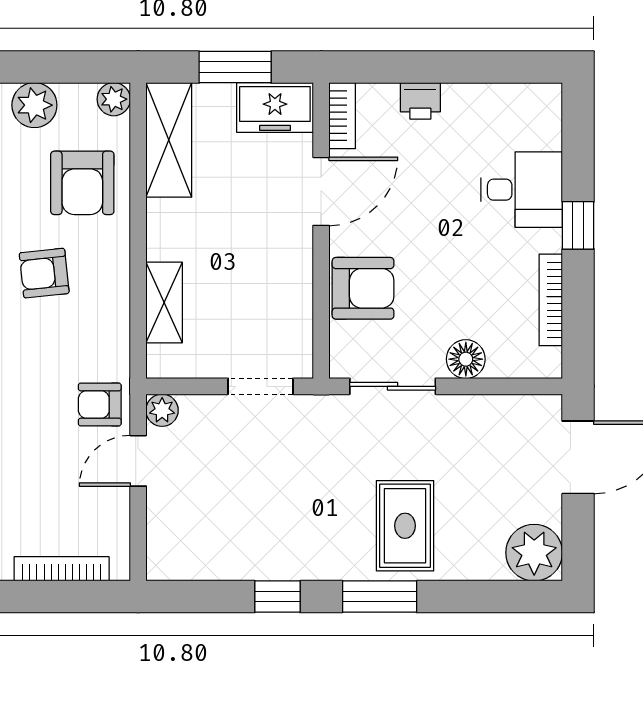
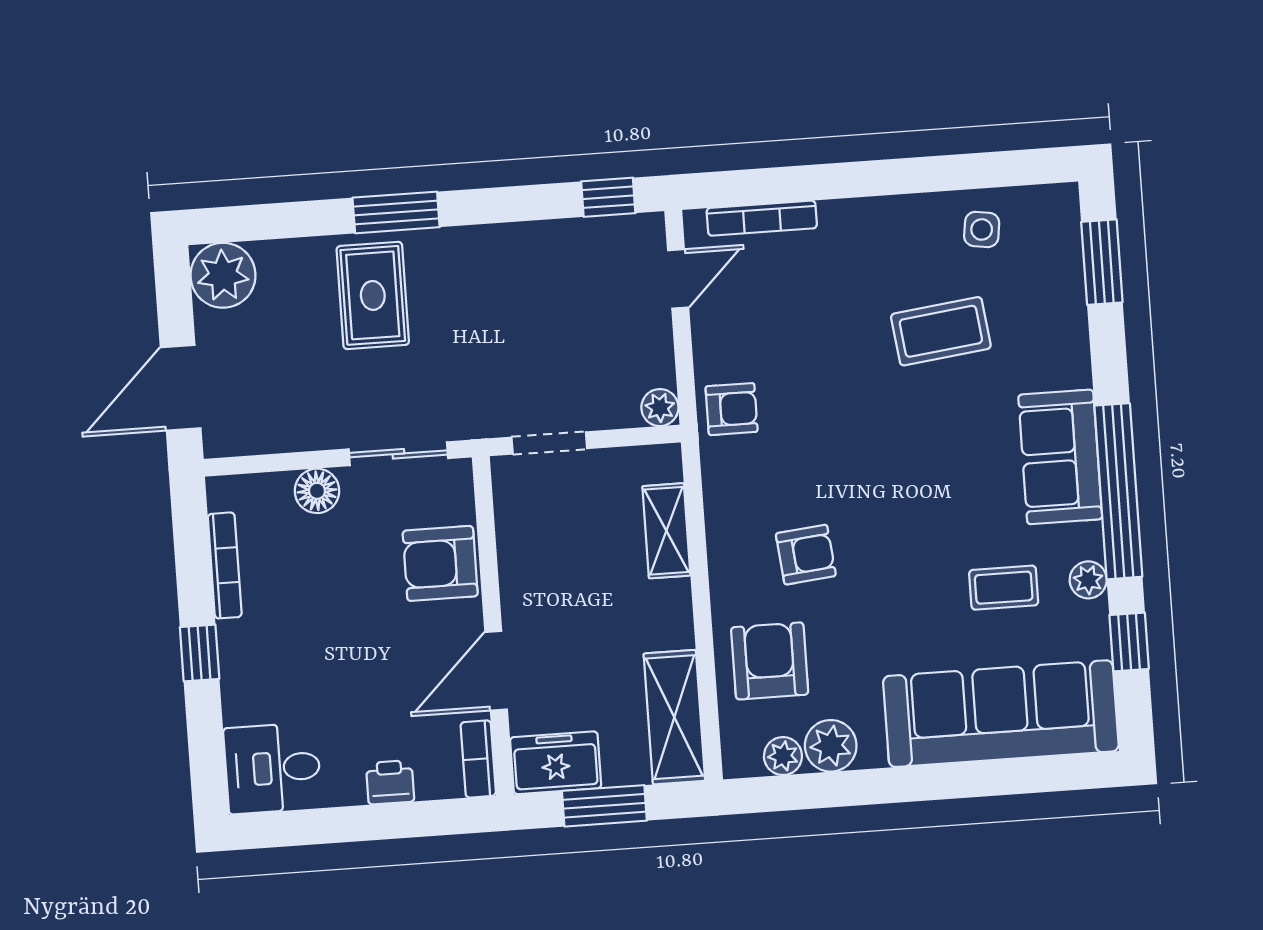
plant: (114, 99) -> (783, 756), moved
desk: (522, 190) -> (273, 768), moved
door: (138, 461) -> (678, 279), moved
window: (277, 597) -> (608, 197), moved

